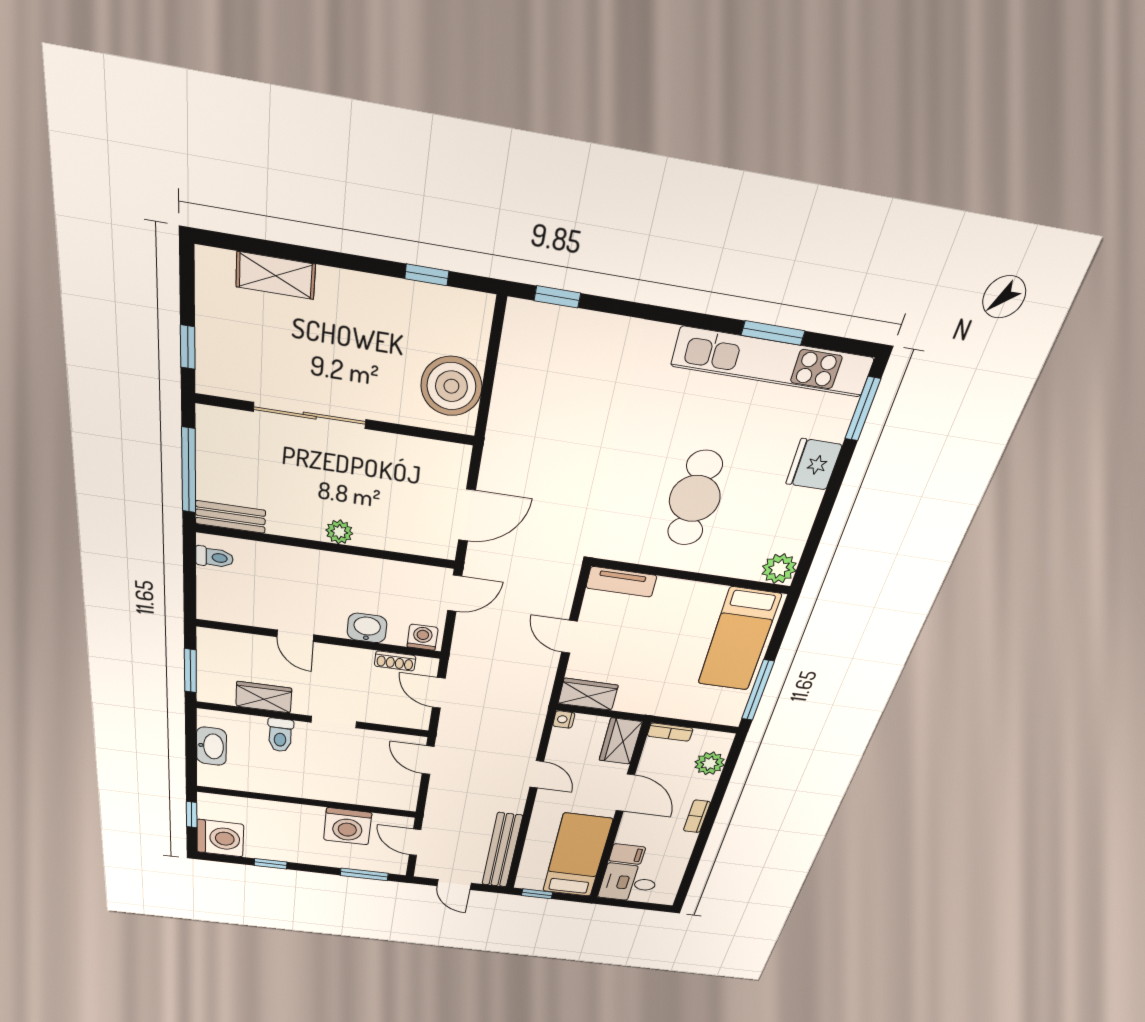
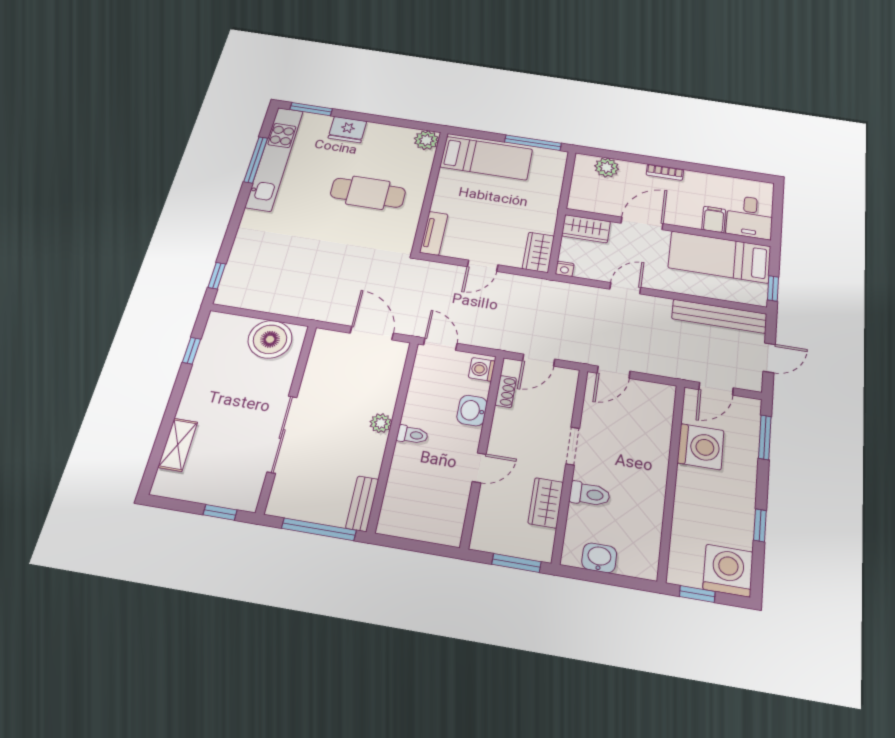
window: (773, 333) -> (256, 160), width x1.44
toilet: (214, 557) -> (412, 435), moved, turned 90
bookcase: (670, 732) -> (575, 196), removed
washbasin: (211, 746) -> (599, 558), width x0.72

